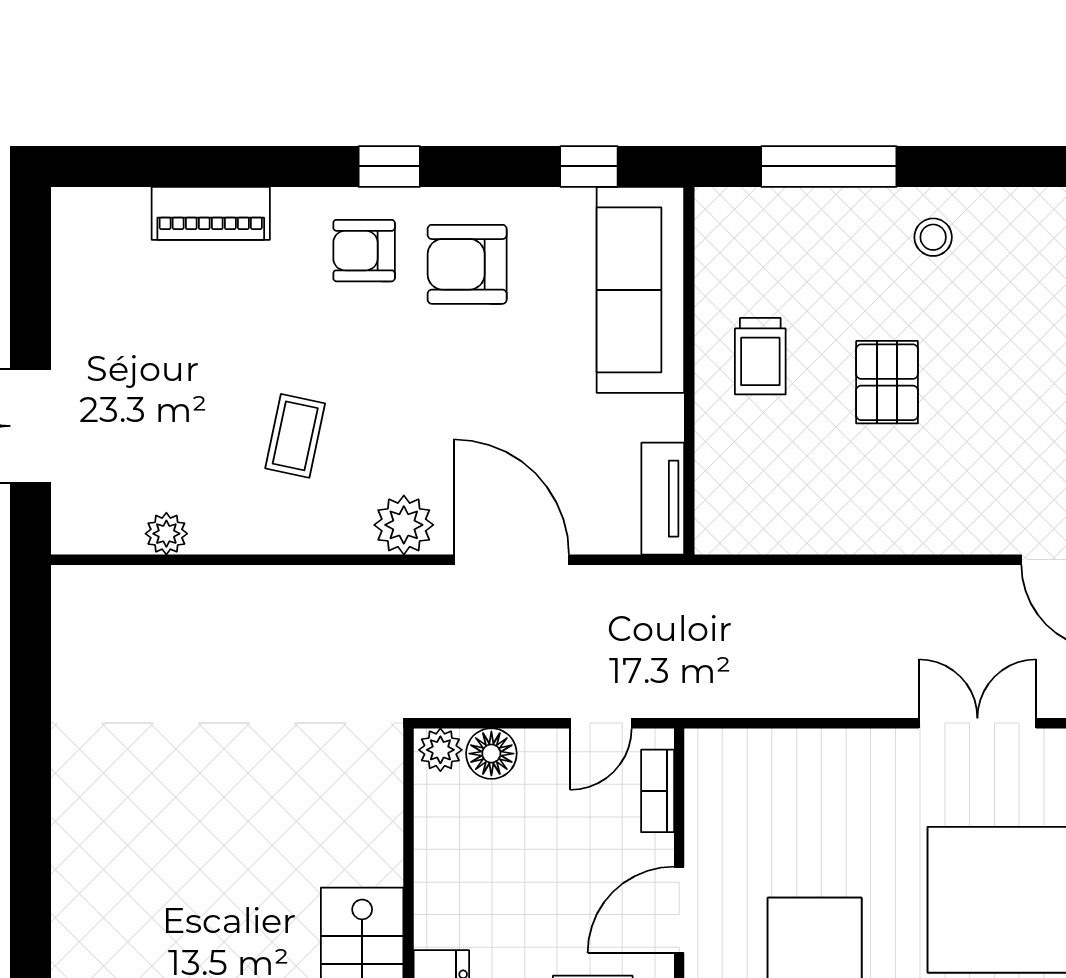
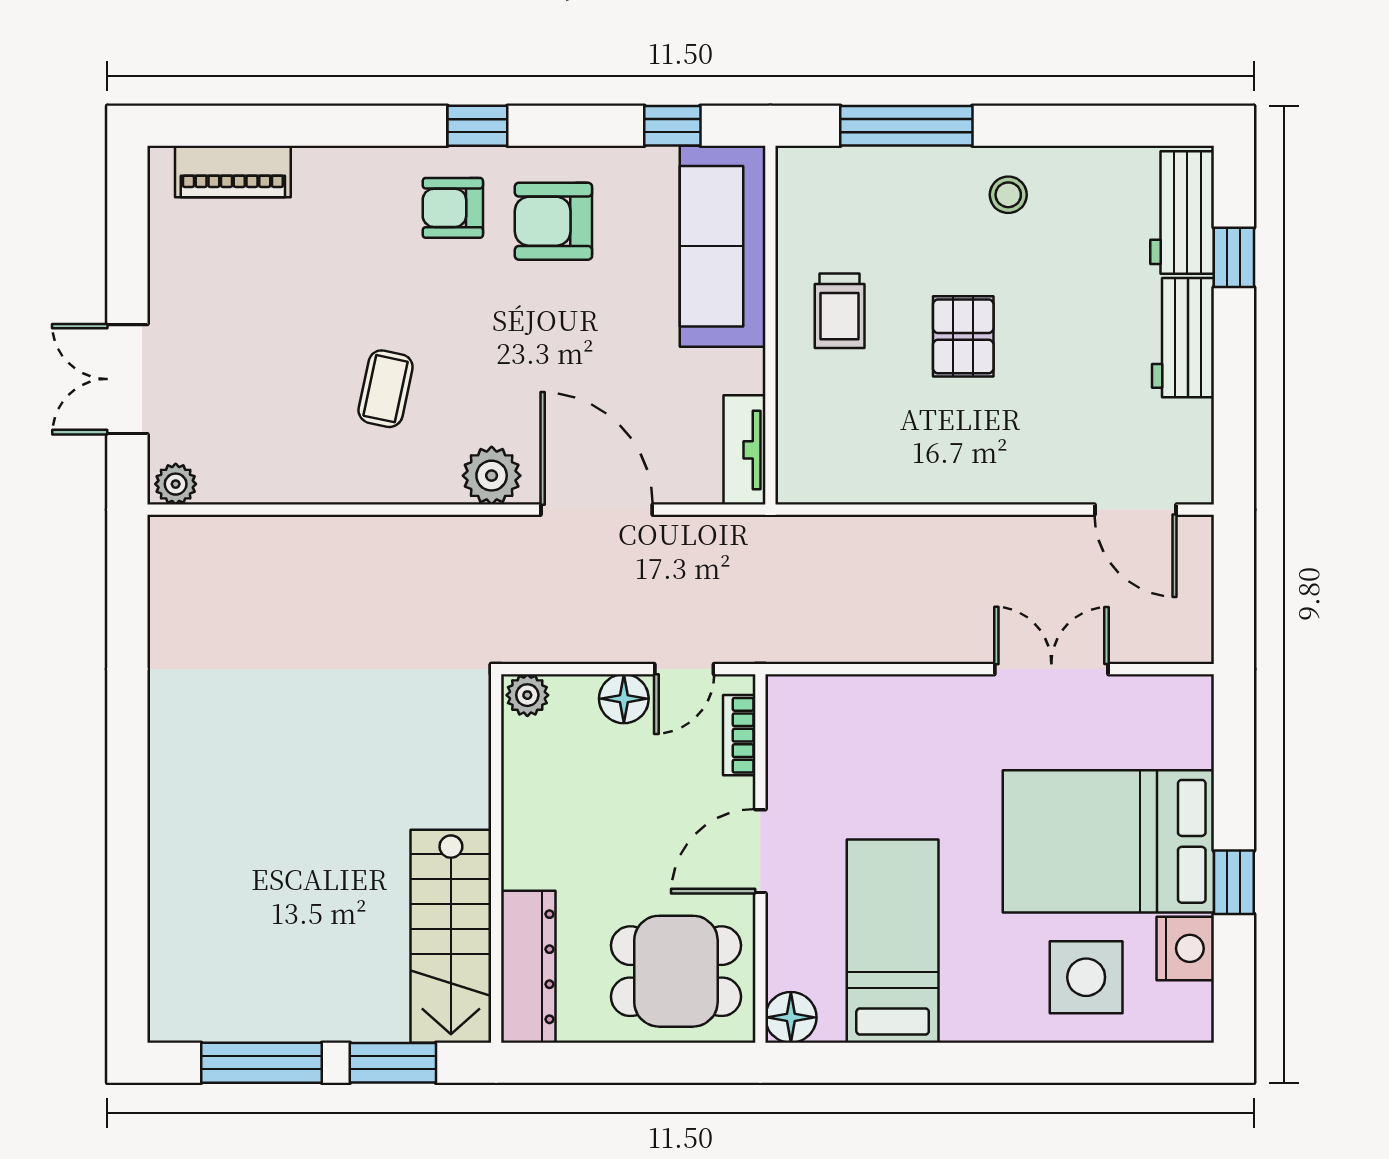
piano: (211, 213) -> (233, 172), moved
plant: (166, 534) -> (176, 484), moved
floor lamp: (491, 754) -> (624, 699), moved

